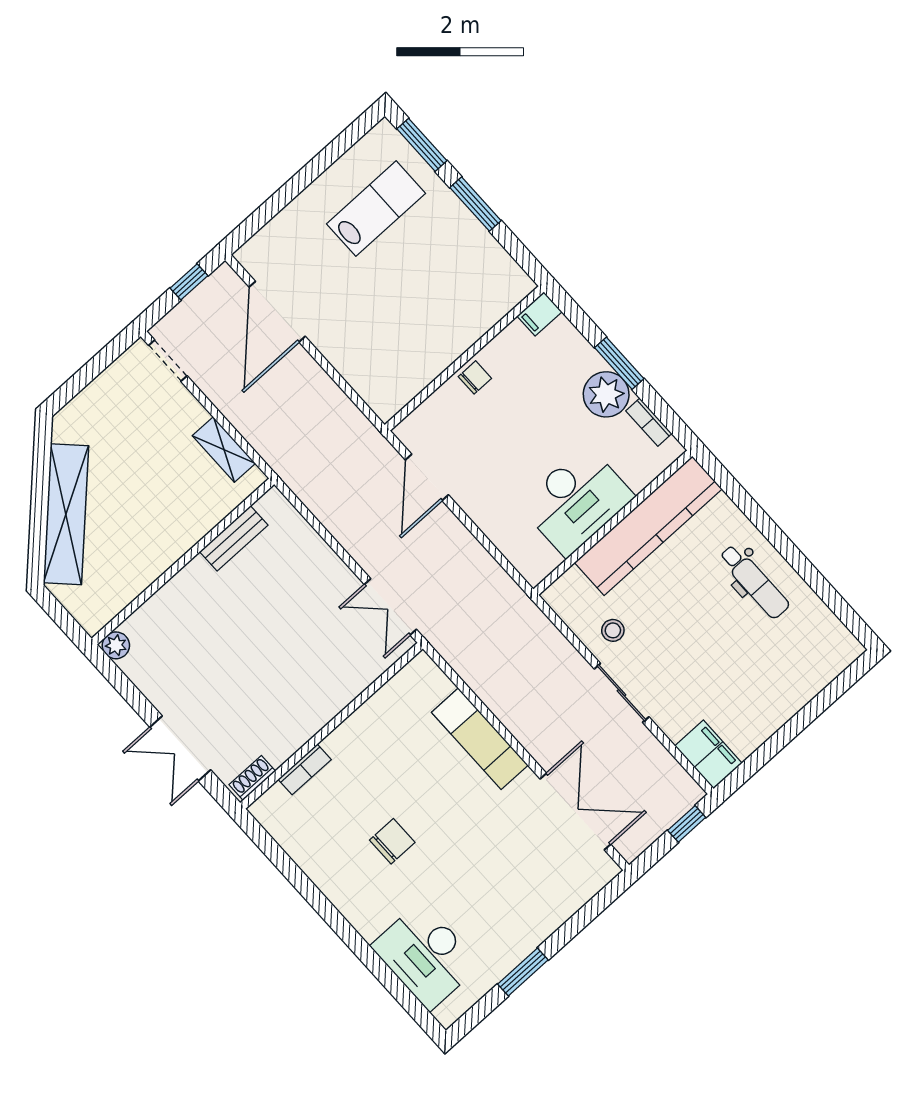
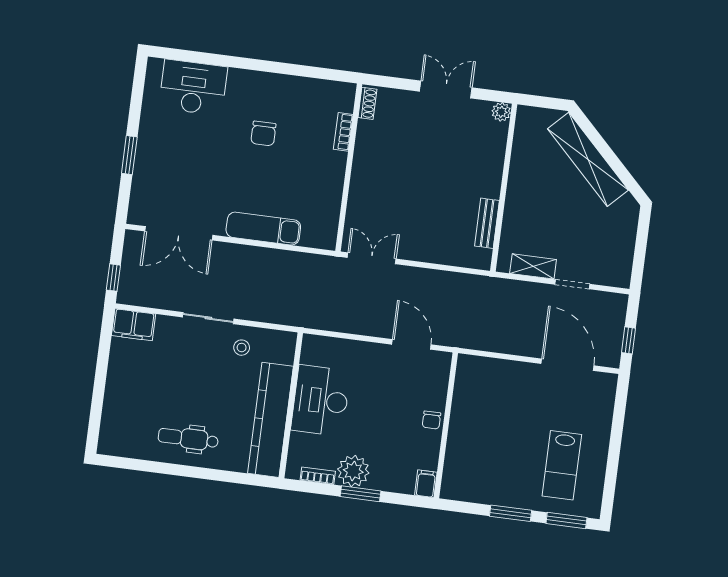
doorway: (168, 361) -> (572, 284), moved
double door: (180, 749) -> (446, 89), moved
window: (523, 972) -> (129, 155), moved

